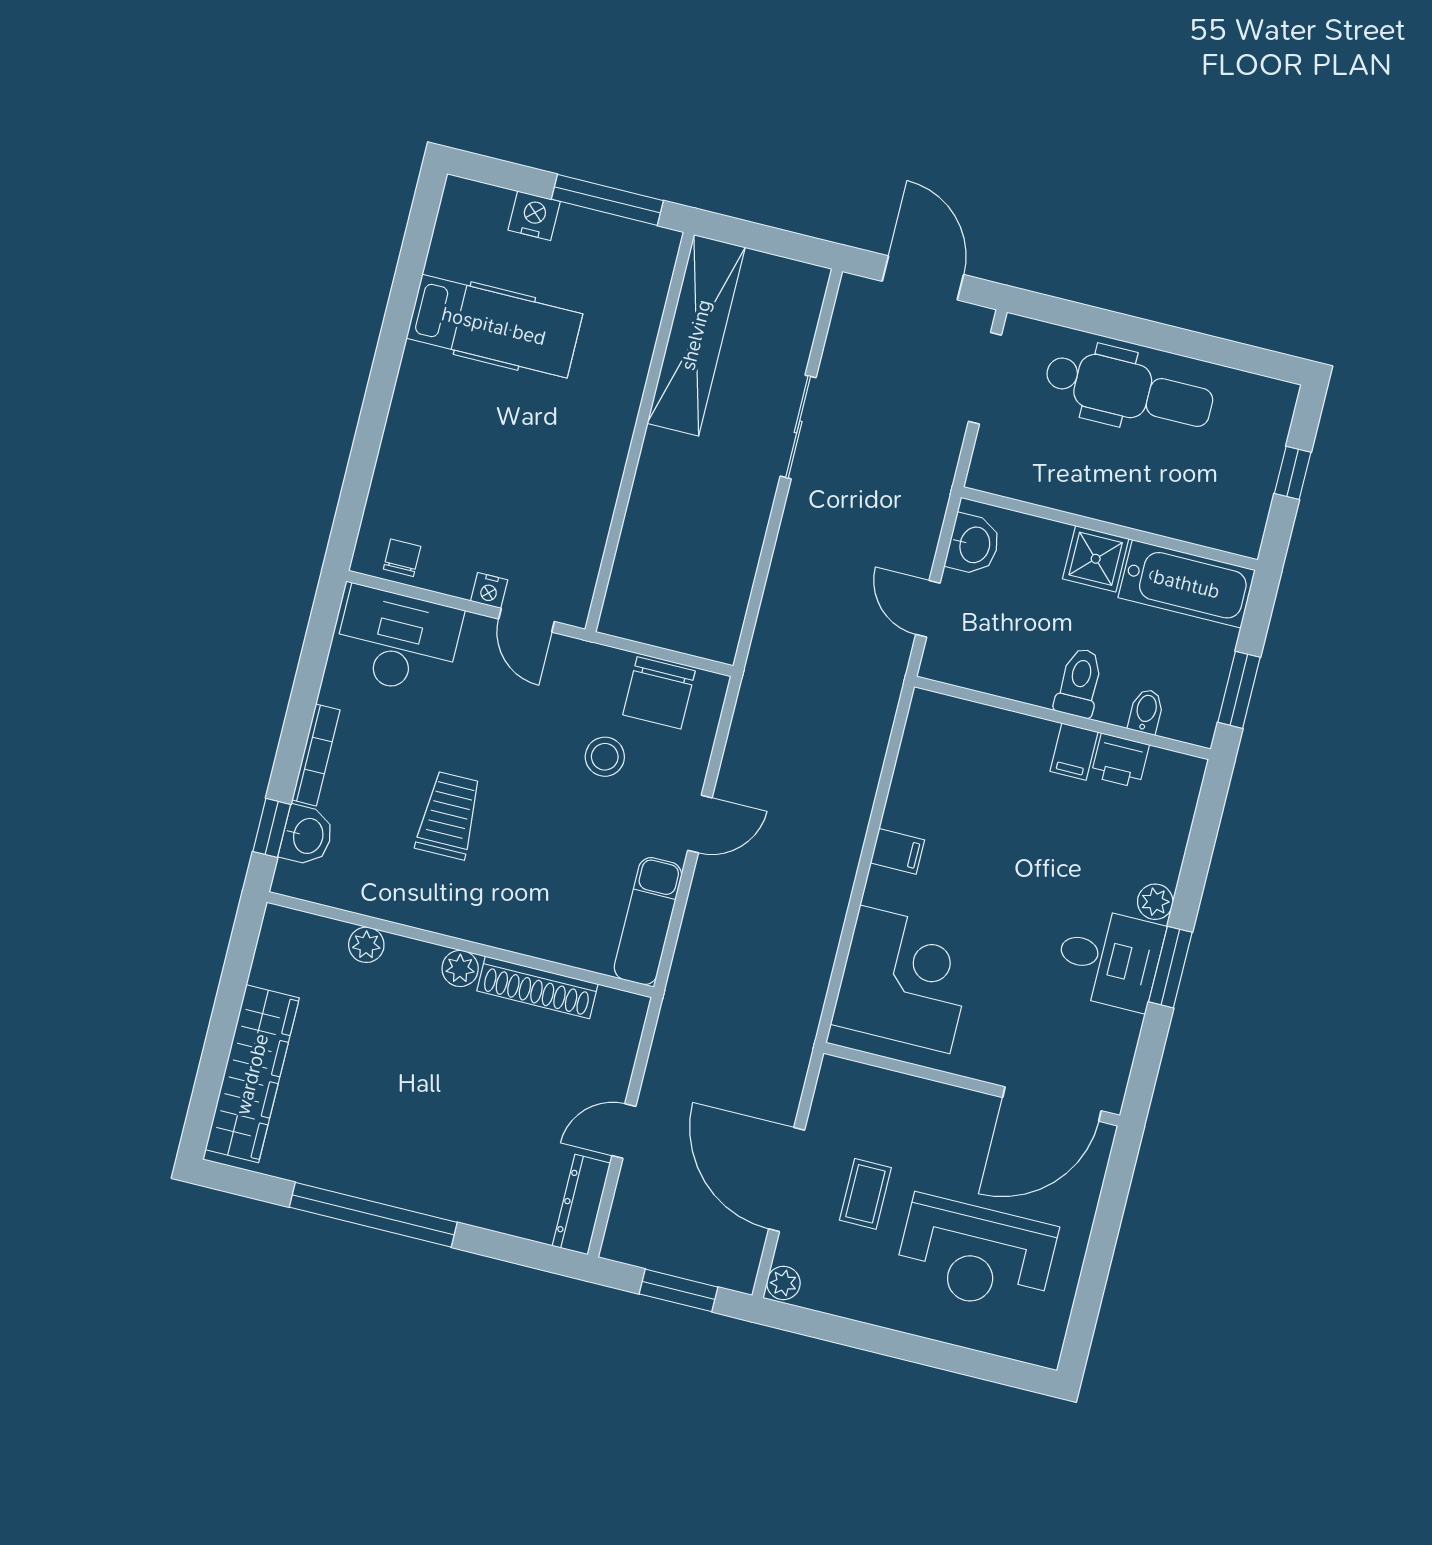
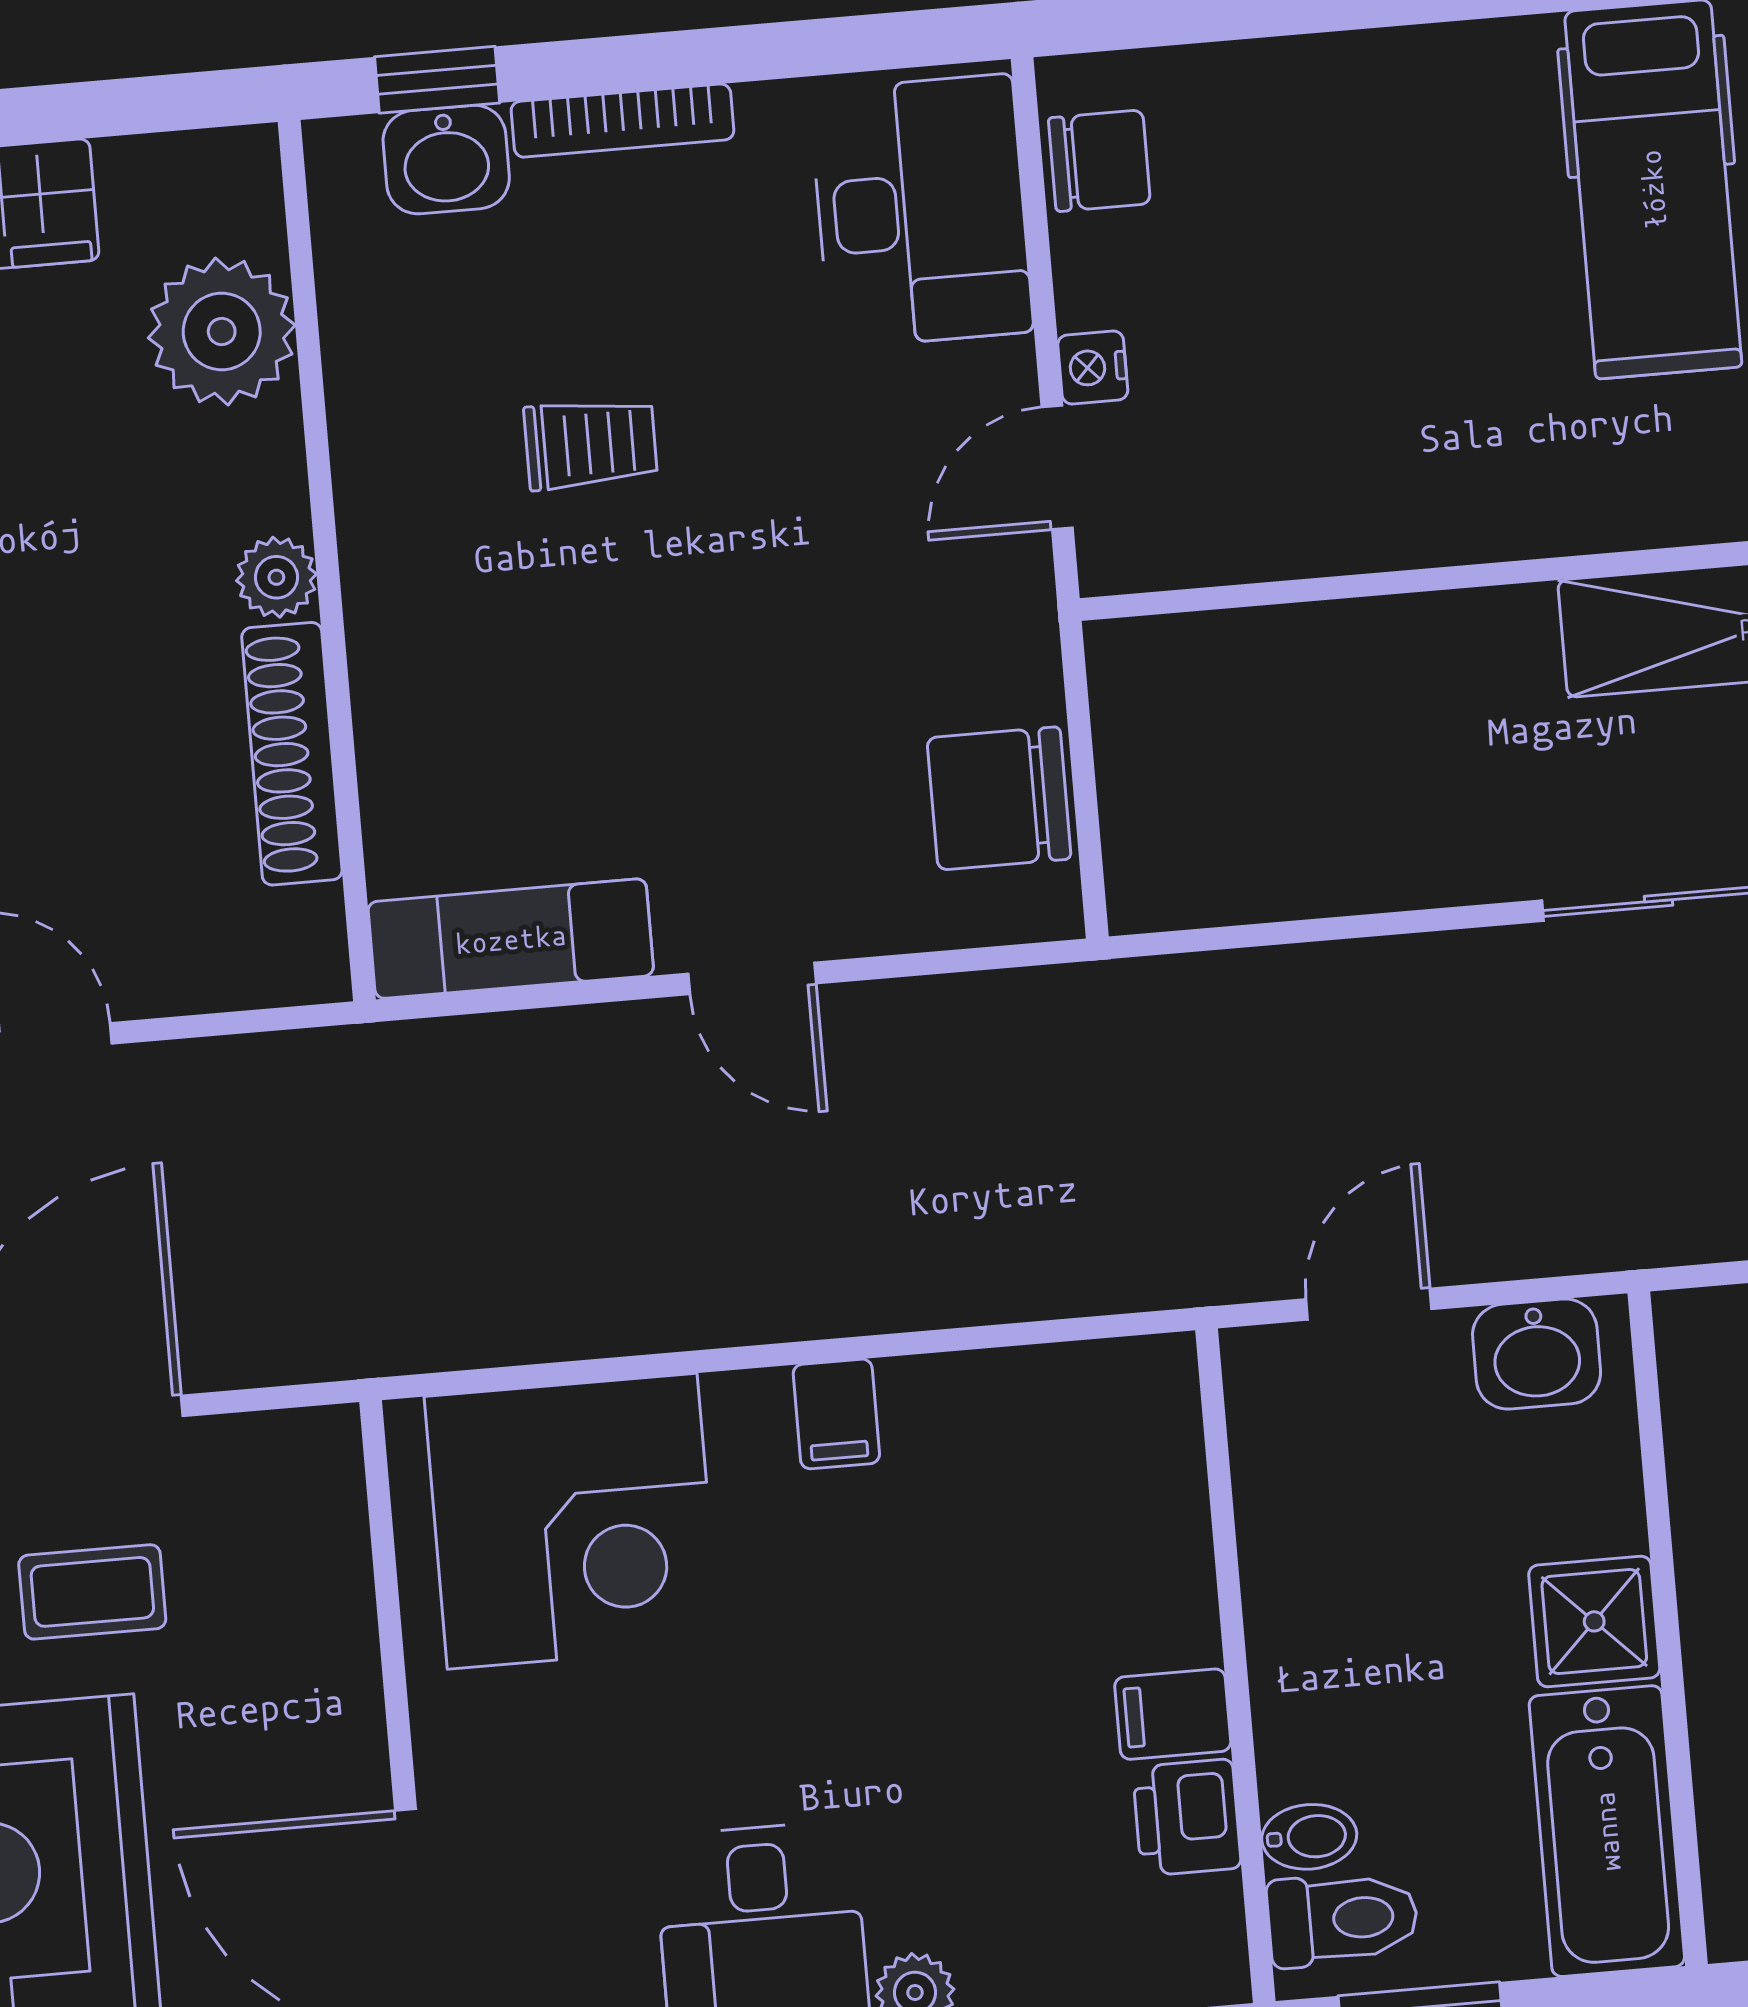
chair: (402, 558) -> (1099, 161), width x1.37, depth x1.37
toilet: (1079, 683) -> (1343, 1919), moved
stool: (605, 757) -> (826, 730), removed
trolley: (449, 815) -> (591, 444), width x0.73, depth x0.72
plant: (366, 945) -> (222, 331), width x1.88, depth x1.88

